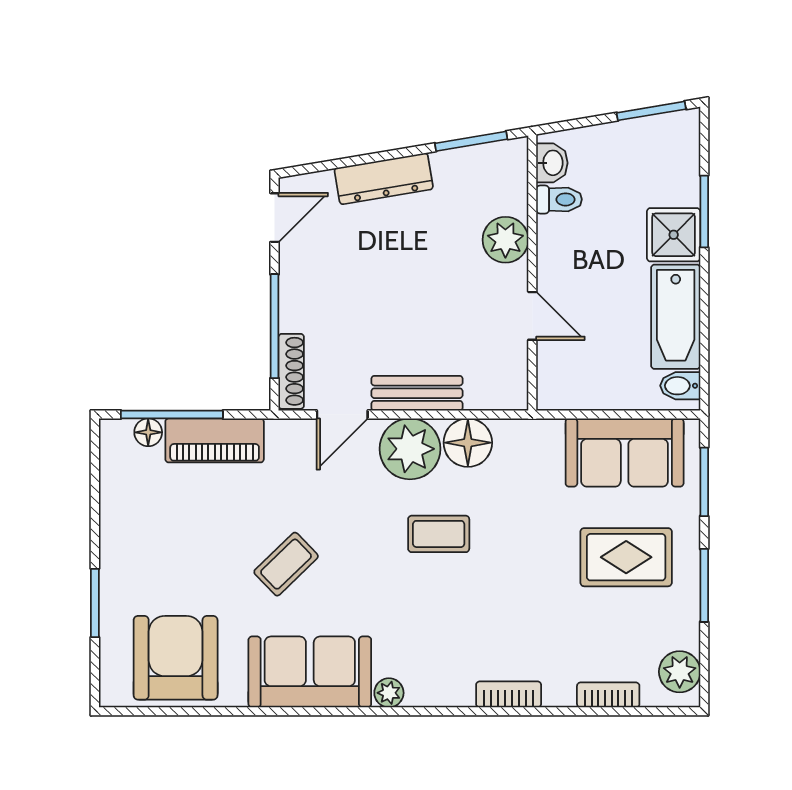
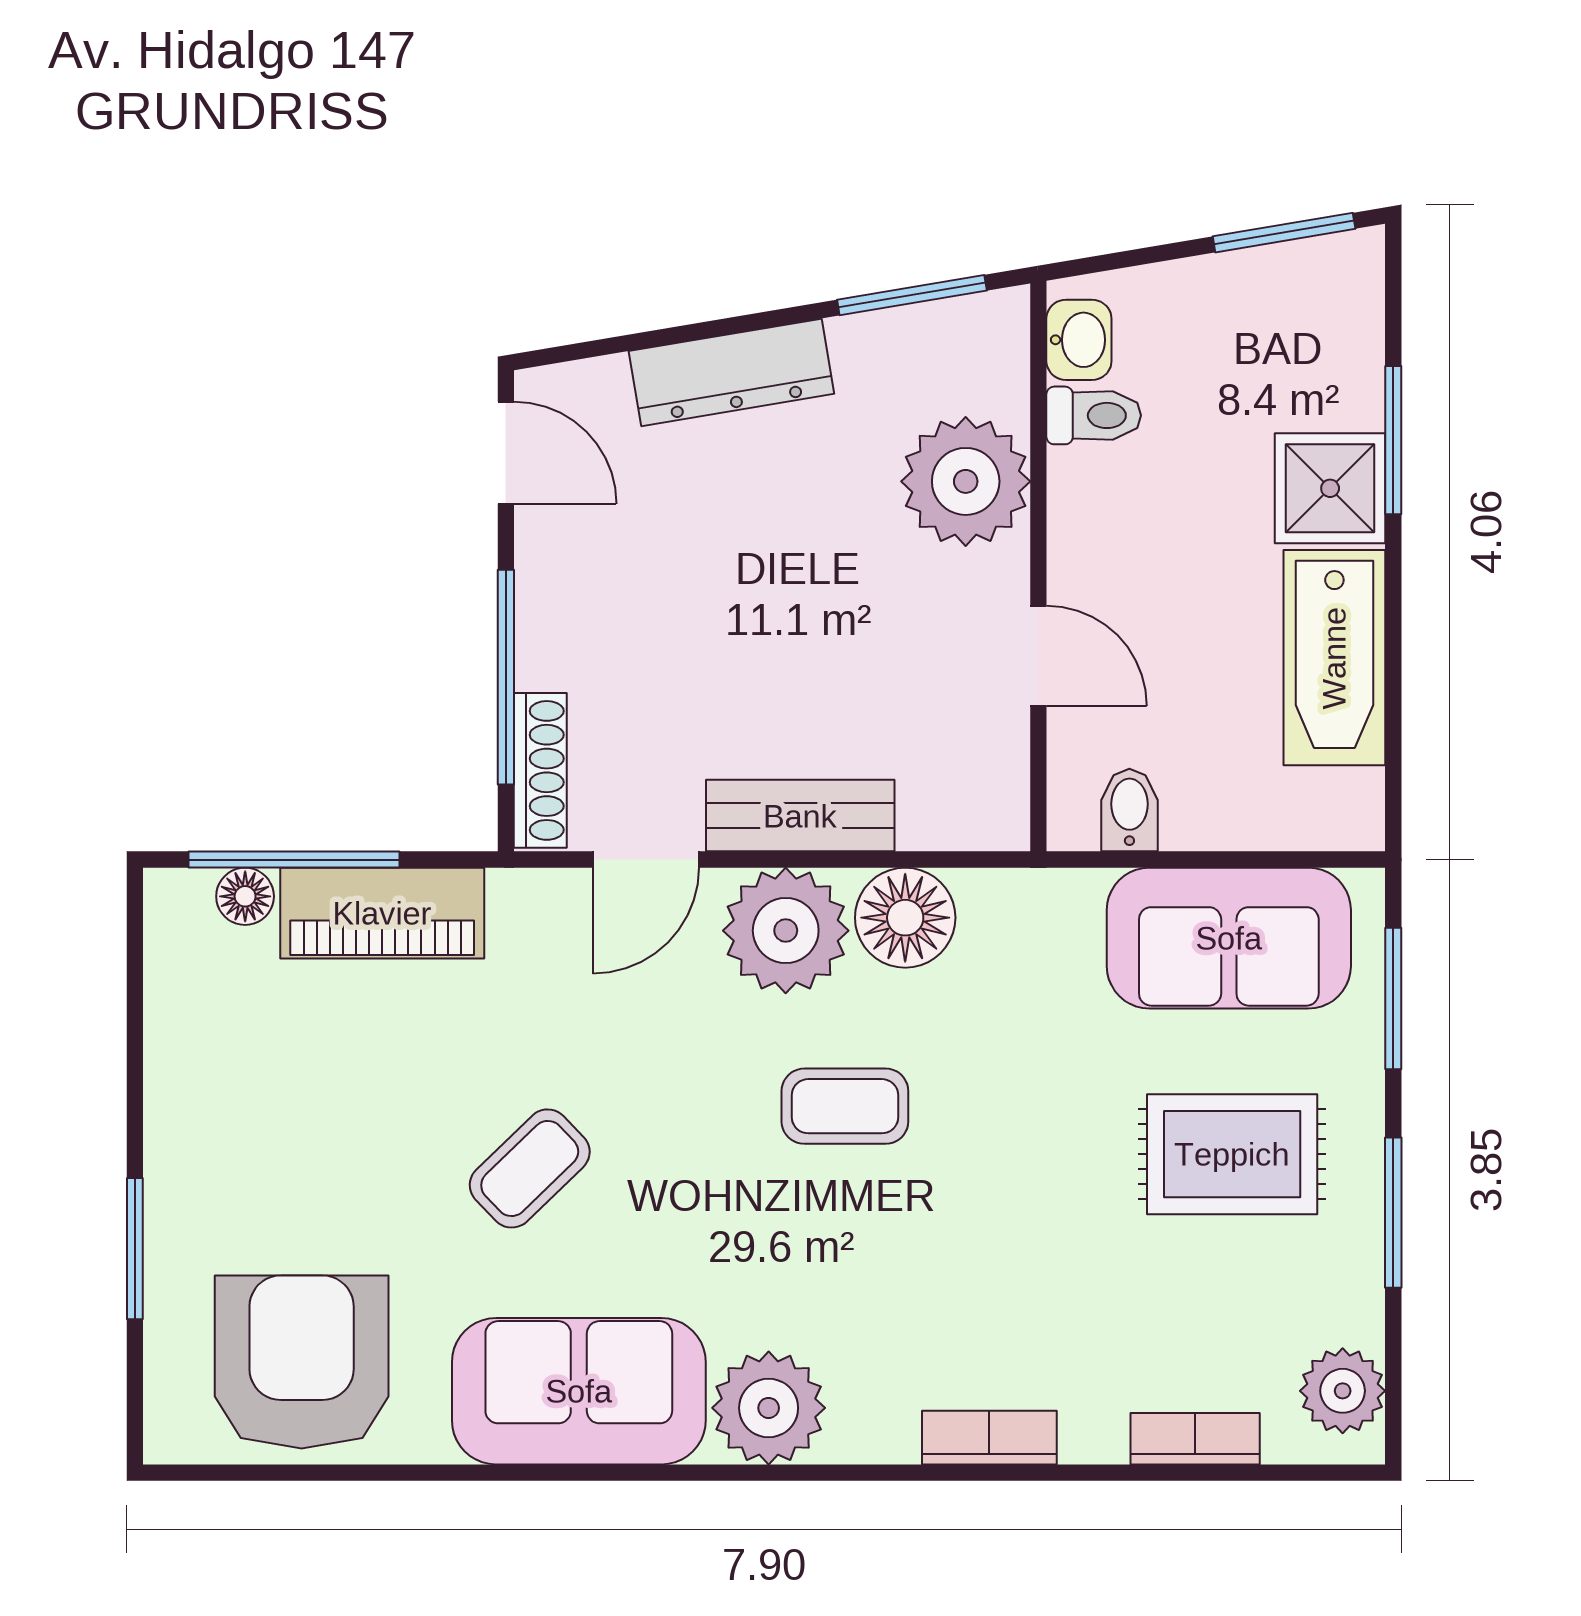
door: (275, 218) -> (506, 453), hinge flipped
plant: (505, 240) -> (966, 481), width x1.36, depth x1.36
bidet: (680, 386) -> (1129, 810), moved, turned 90
plant: (389, 693) -> (769, 1408), width x1.88, depth x1.88

